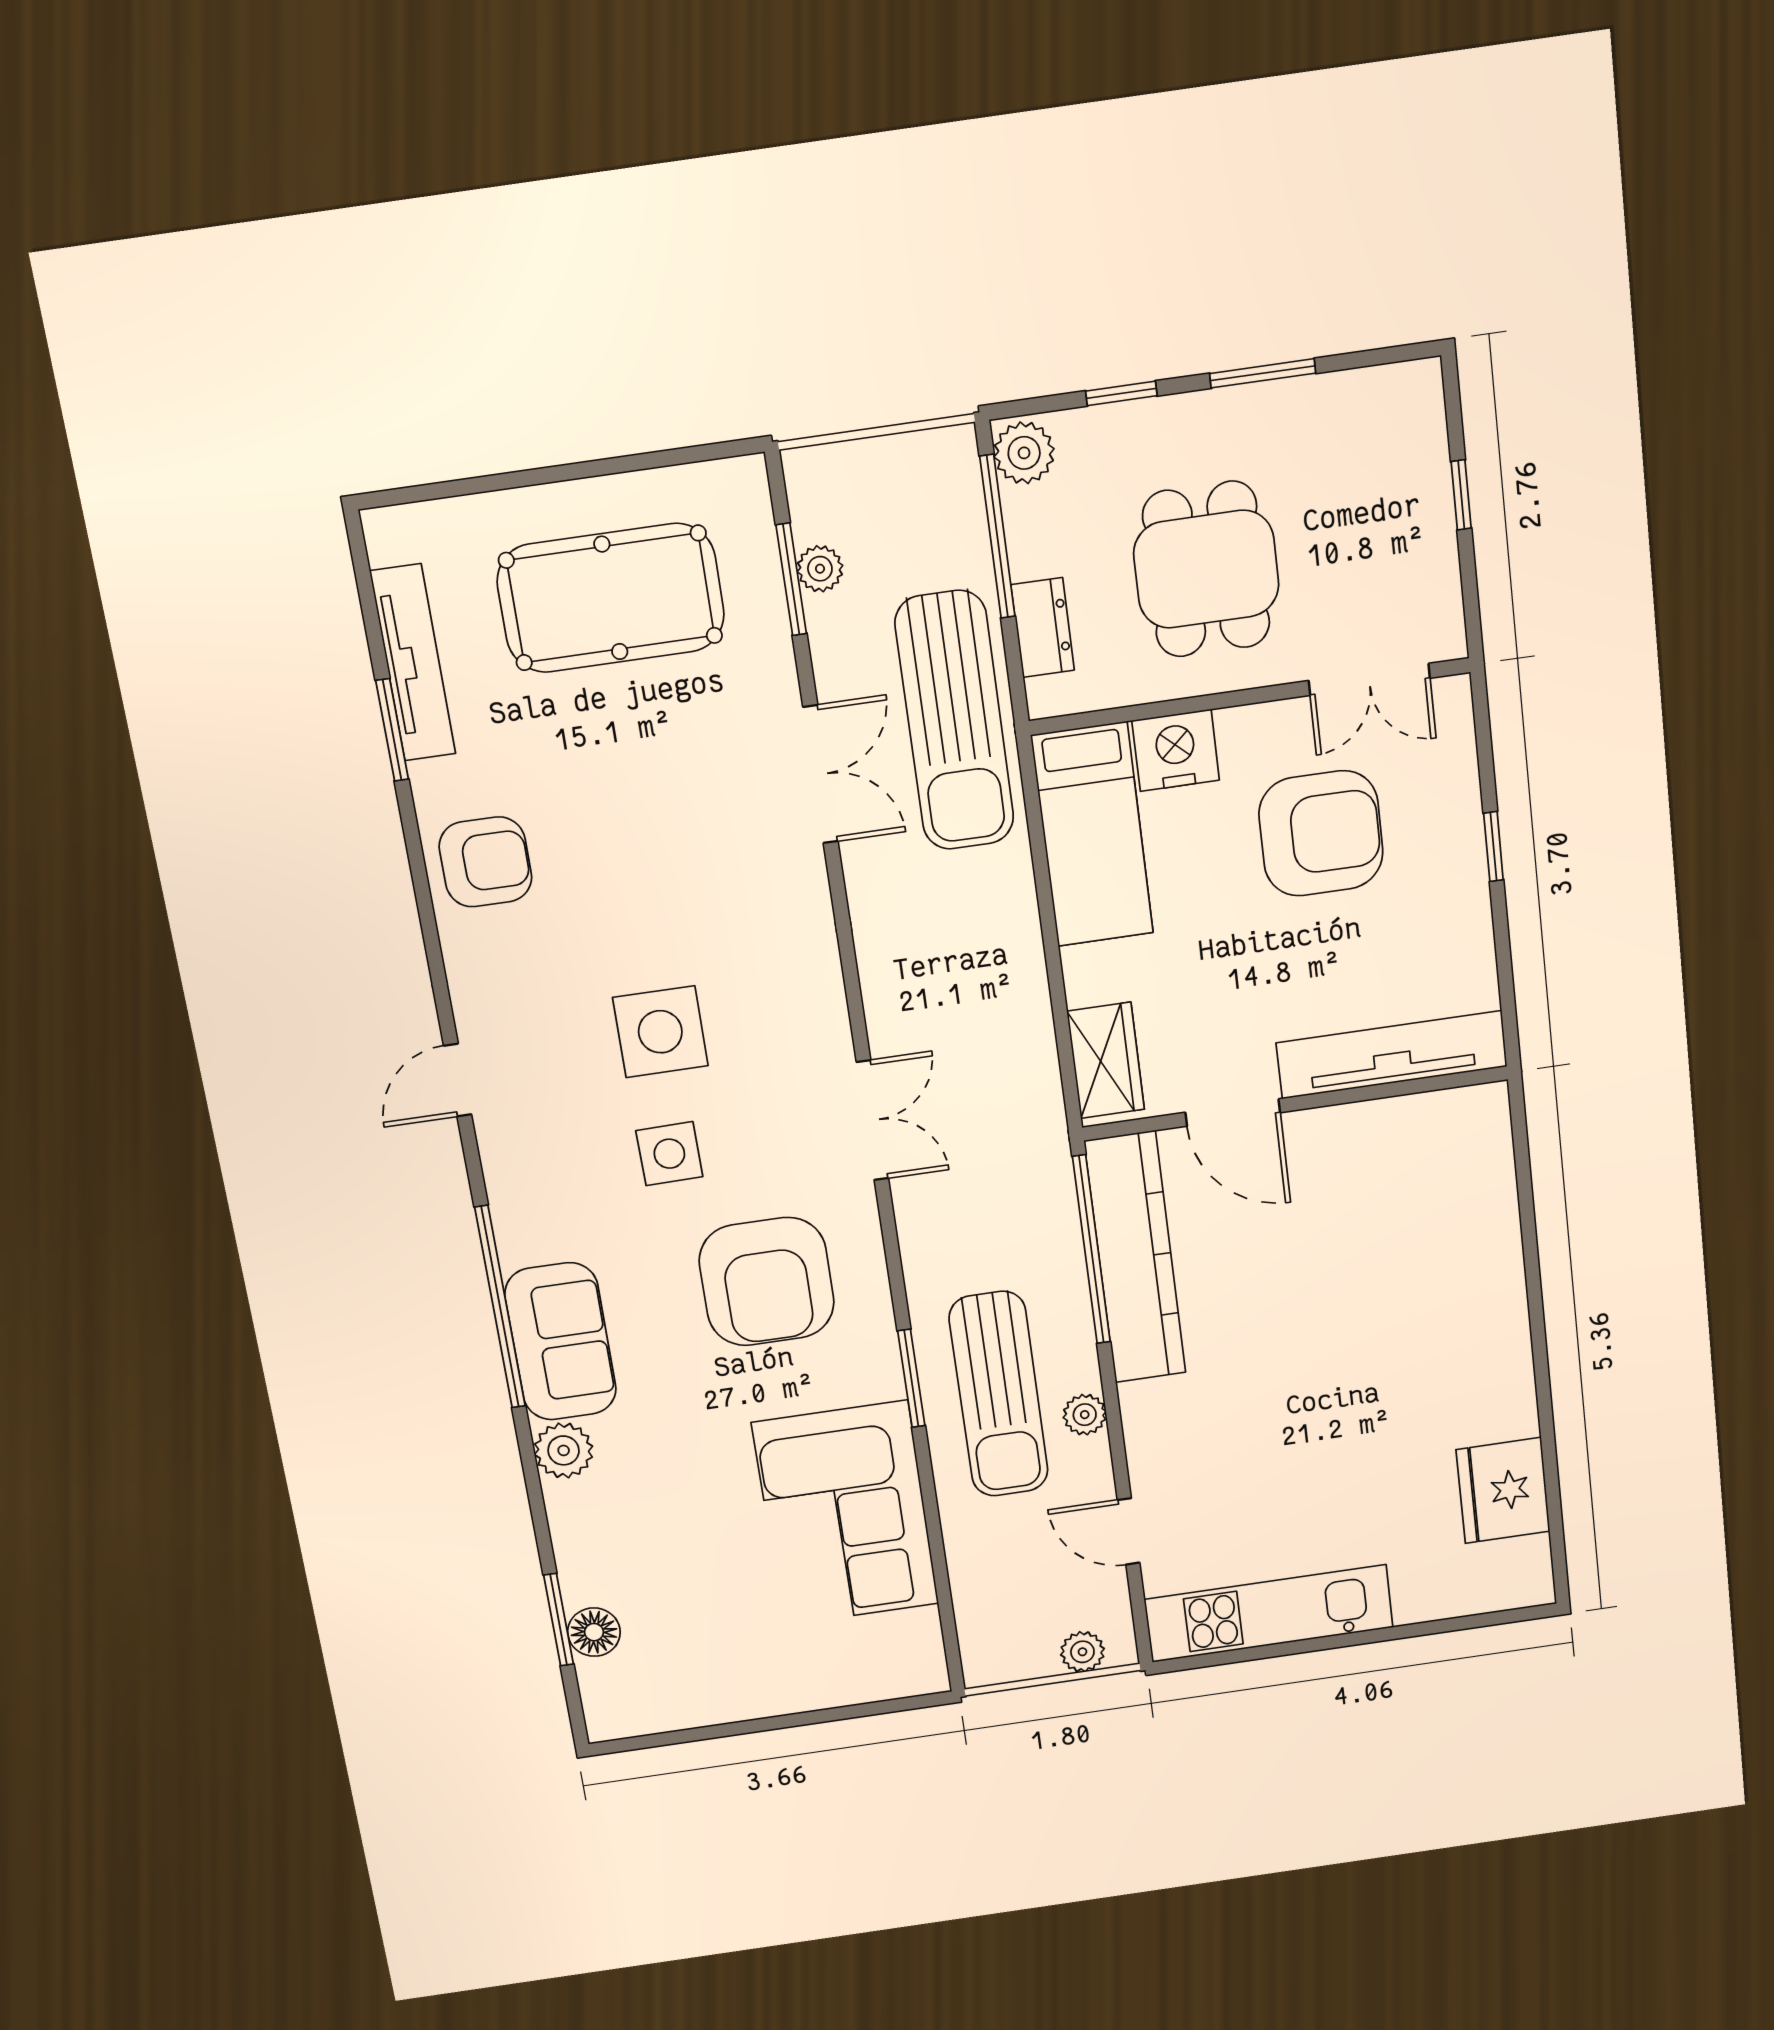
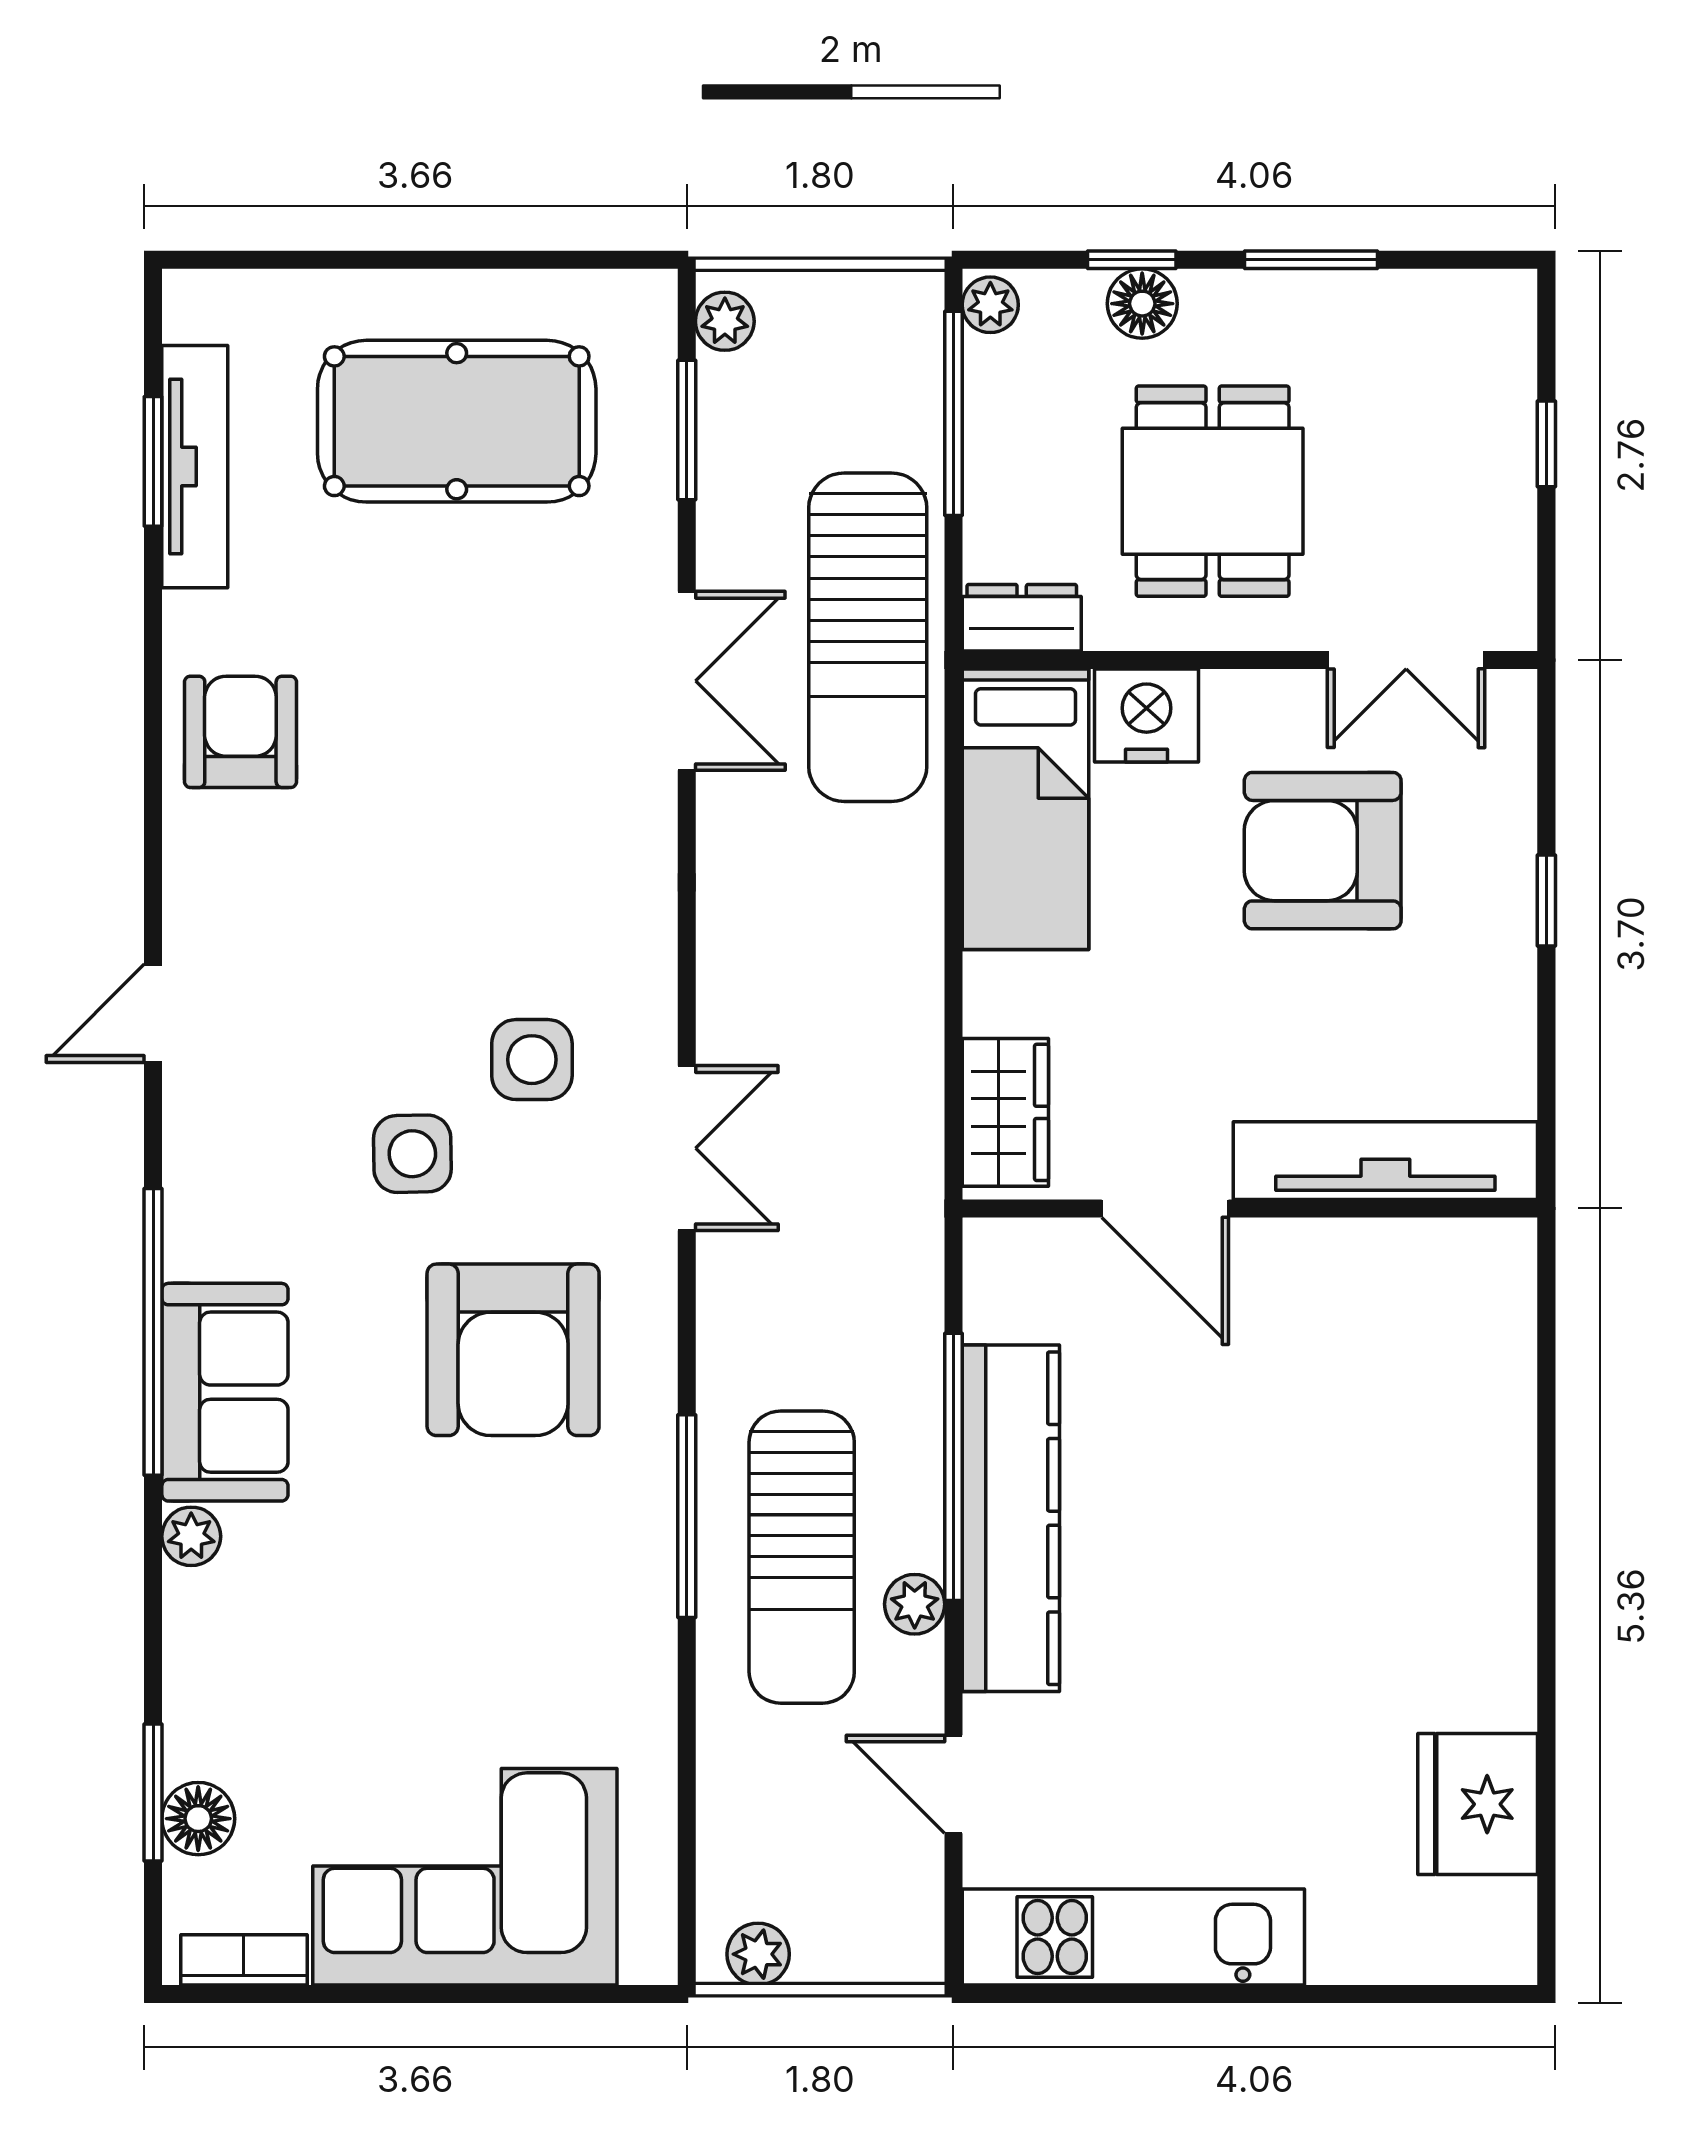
floor lamp: (1134, 428) -> (1142, 304), added
plant: (1024, 453) -> (990, 305), width x0.73, depth x0.73
plant: (820, 569) -> (725, 321), moved
dresser: (1043, 628) -> (1022, 618), moved, turned -90
window: (392, 730) -> (153, 461), moved
armchair: (1321, 833) -> (1323, 851), turned 180
armchair: (485, 862) -> (240, 732), turned -90
side table: (660, 1032) -> (532, 1060), moved, width x0.73, depth x0.73
window: (1091, 1250) -> (953, 1467), moved
kitchen counter: (1135, 1258) -> (1011, 1518), moved
window: (911, 1378) -> (687, 1516), width x1.44
plant: (564, 1450) -> (191, 1536), width x0.73, depth x0.73
corner sofa: (846, 1514) -> (465, 1877), moved, turned 90
plant: (1082, 1652) -> (758, 1954), moved
bookcase: (643, 1719) -> (244, 1960), added

